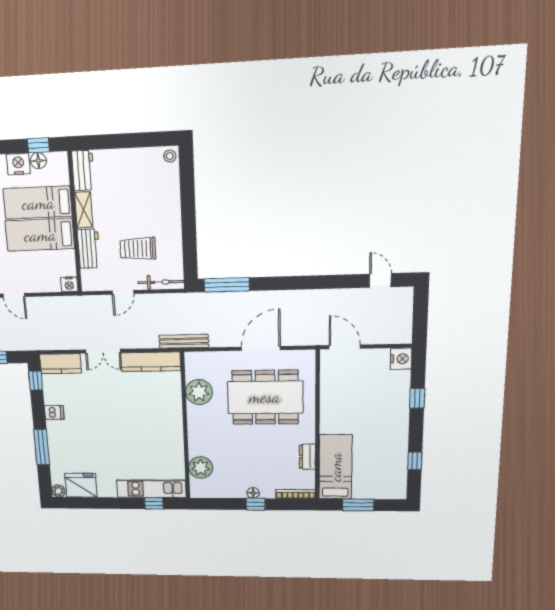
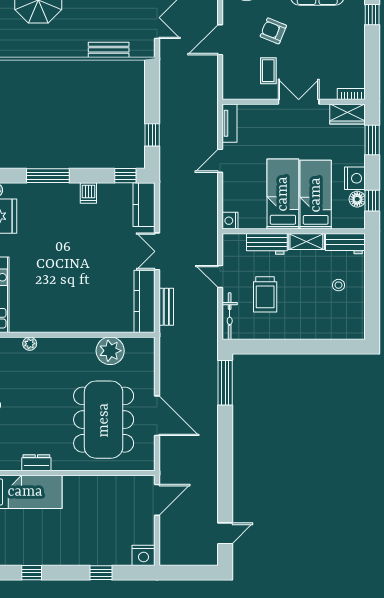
stool: (170, 156) -> (338, 285), moved
trolley: (138, 249) -> (265, 294), turned 180
bench: (184, 341) -> (166, 307), moved, width x0.73
plant: (201, 468) -> (30, 344), width x0.53, depth x0.53

